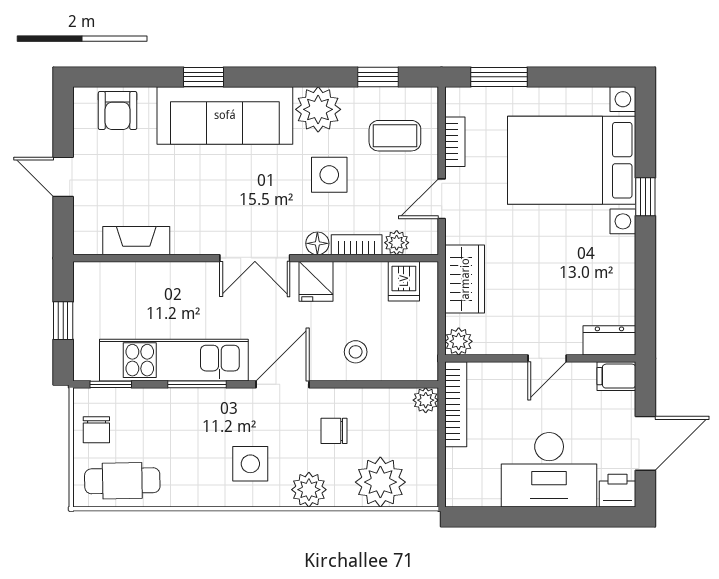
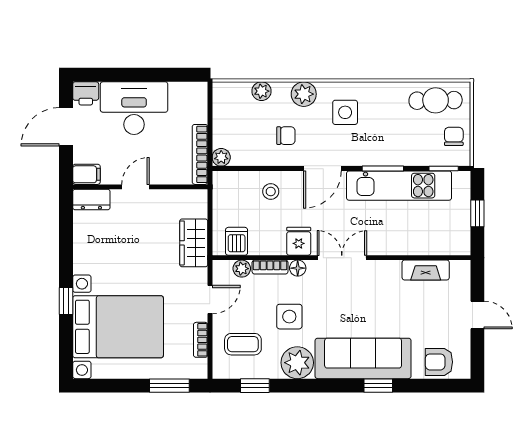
armchair: (118, 110) -> (439, 362), turned -90
plant: (459, 341) -> (198, 199), removed
plant: (380, 482) -> (261, 91), width x0.53, depth x0.53

